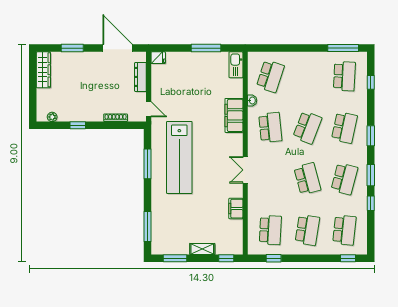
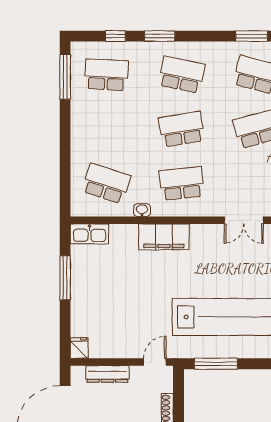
school desk: (307, 127) -> (182, 129), turned -30
window: (371, 136) -> (160, 36), moved
window: (147, 164) -> (216, 364), moved

